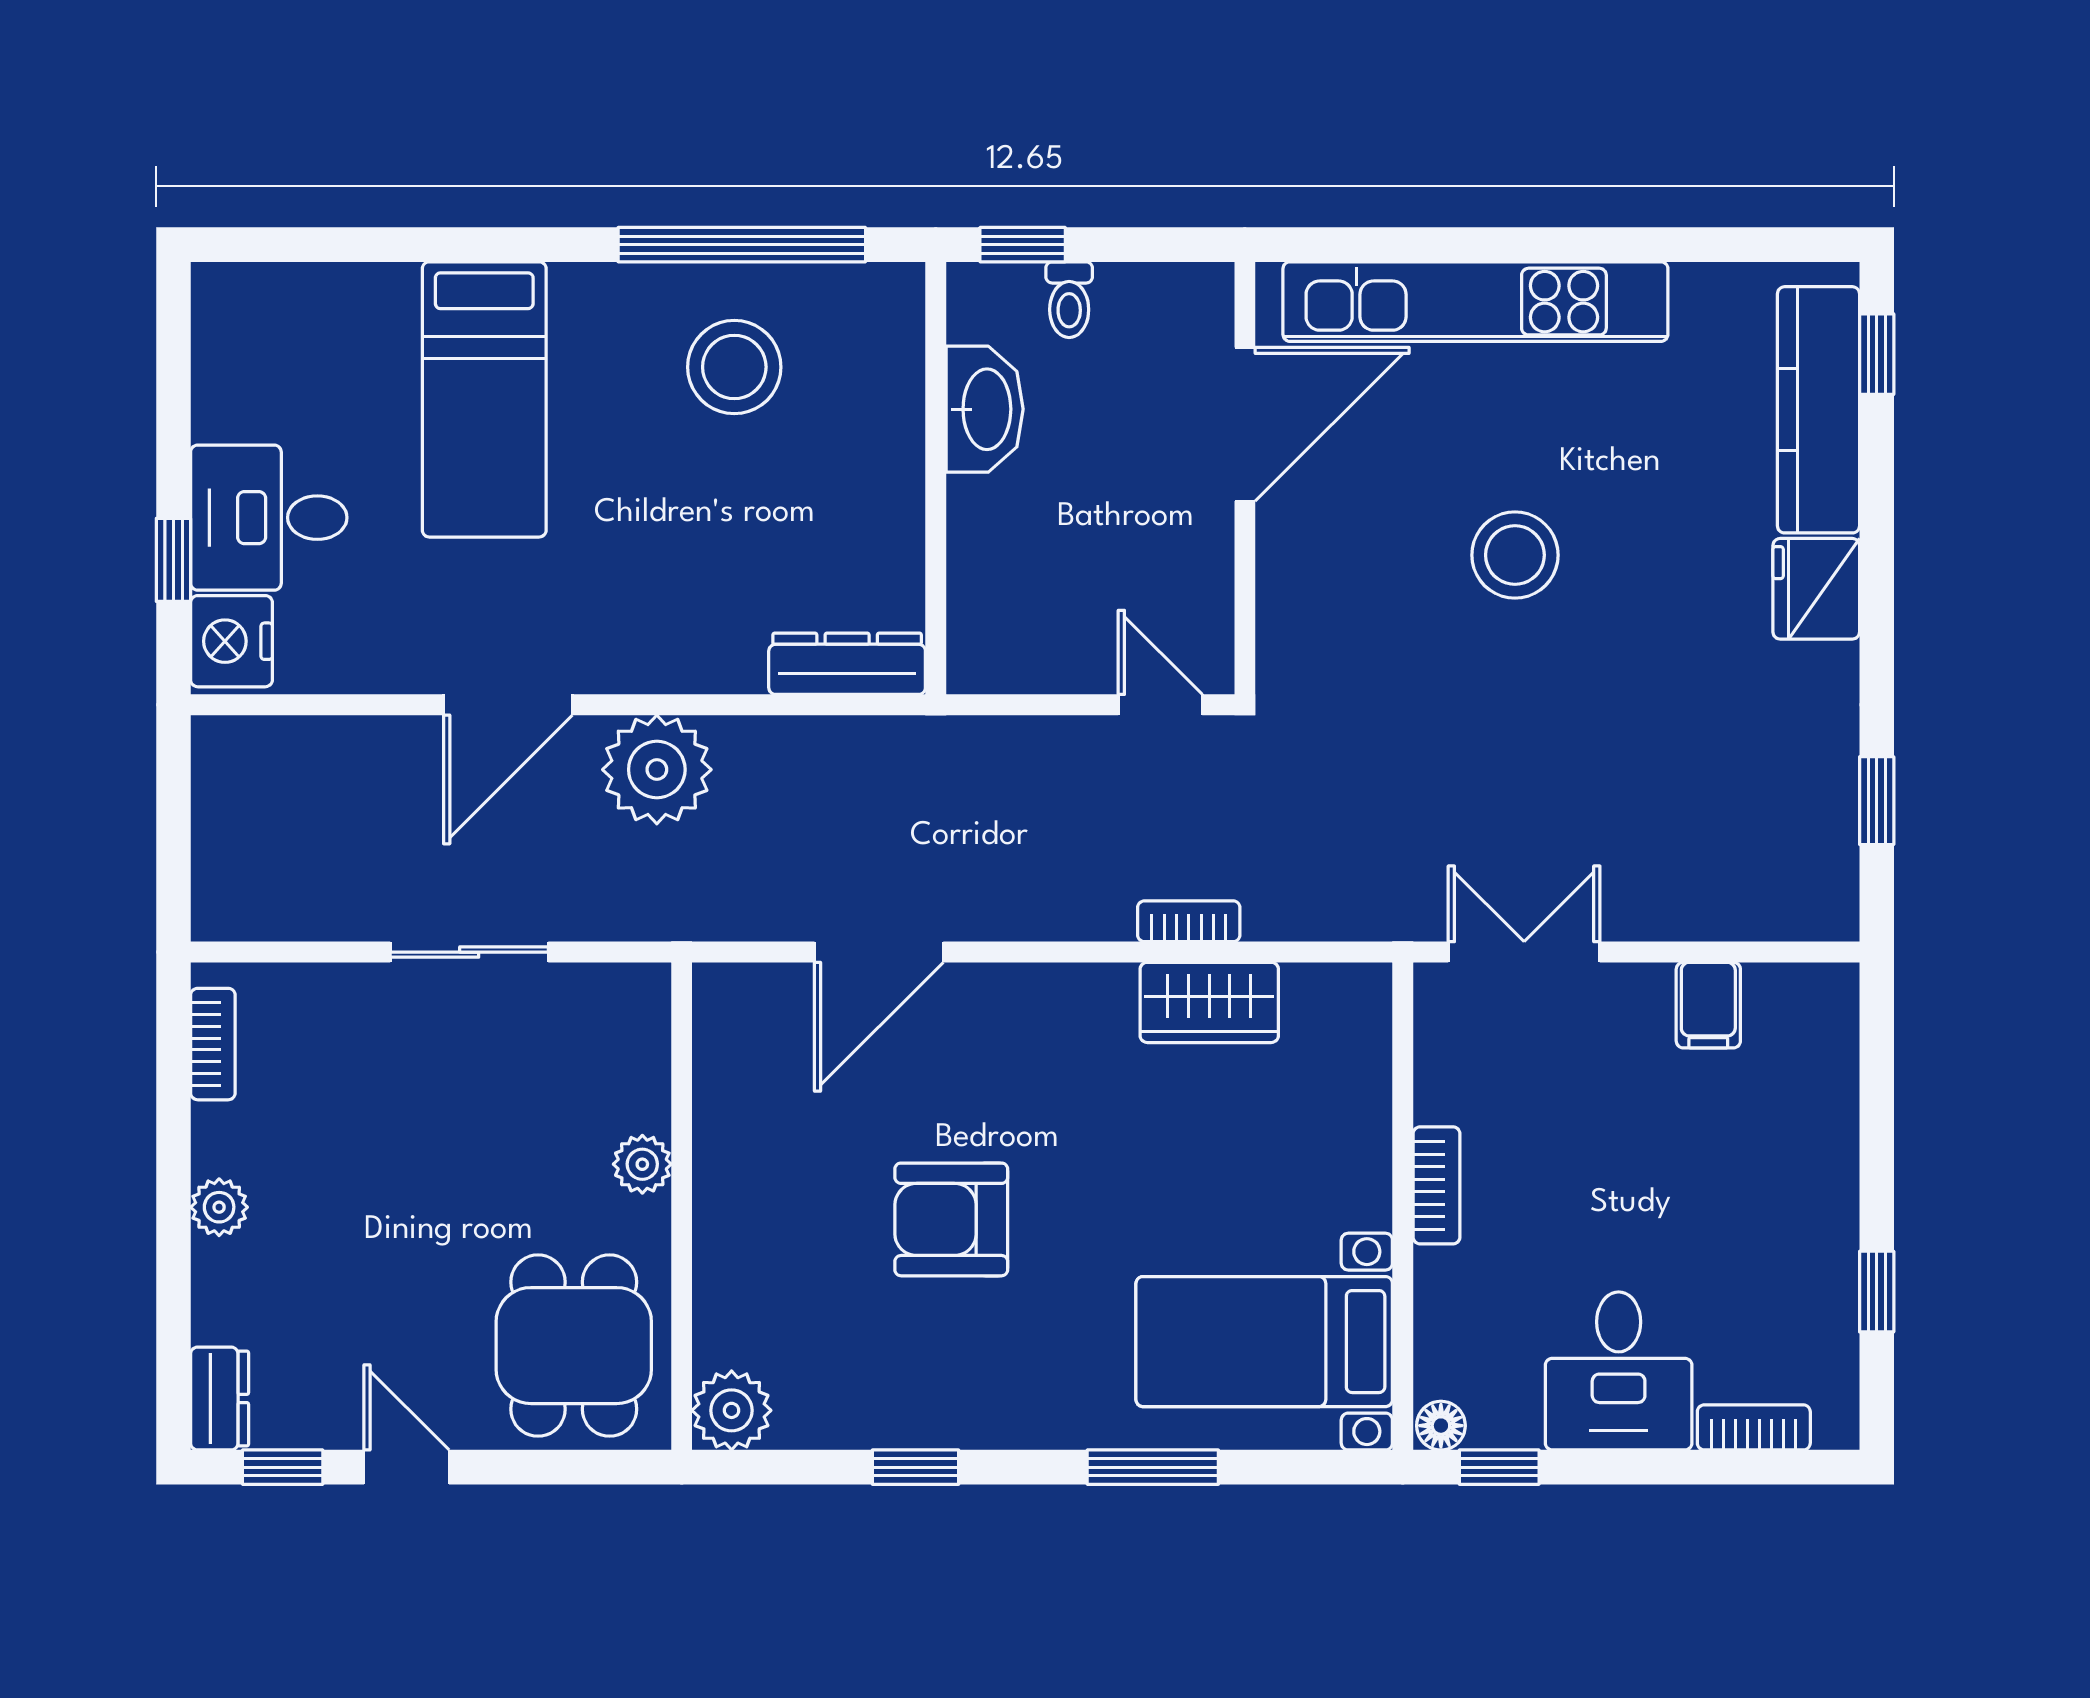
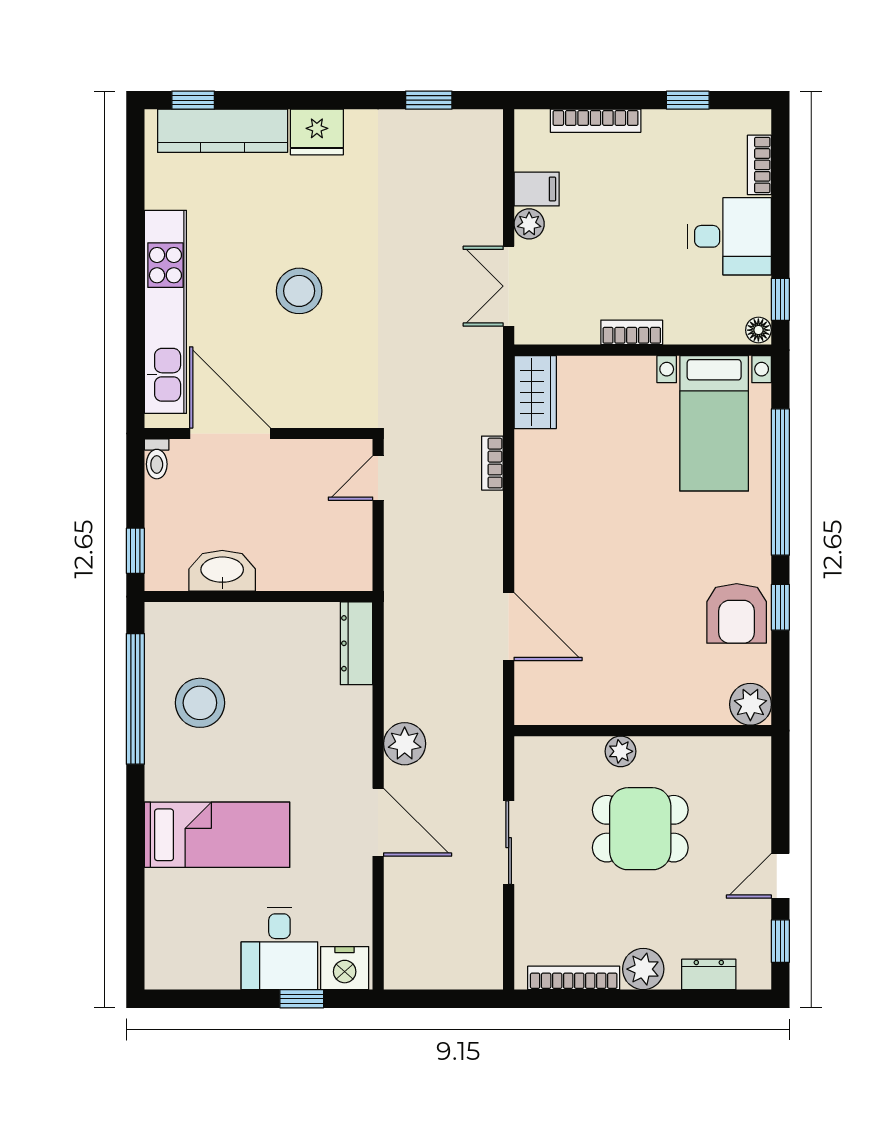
toilet: (1069, 300) -> (157, 459), moved, turned 90
plant: (657, 770) -> (405, 744), width x0.73, depth x0.73
plant: (1642, 991) -> (529, 224), added
wardrobe: (1209, 1002) -> (535, 392), moved
bookcase: (213, 1044) -> (574, 978), width x1.56
bookcase: (1838, 1117) -> (596, 121), added
plant: (219, 1207) -> (643, 969), width x1.38, depth x1.38
armchair: (951, 1219) -> (737, 613), moved
dining table: (574, 1346) -> (640, 829), moved
dresser: (220, 1398) -> (709, 974), moved
window: (1153, 1467) -> (780, 482), width x2.11

